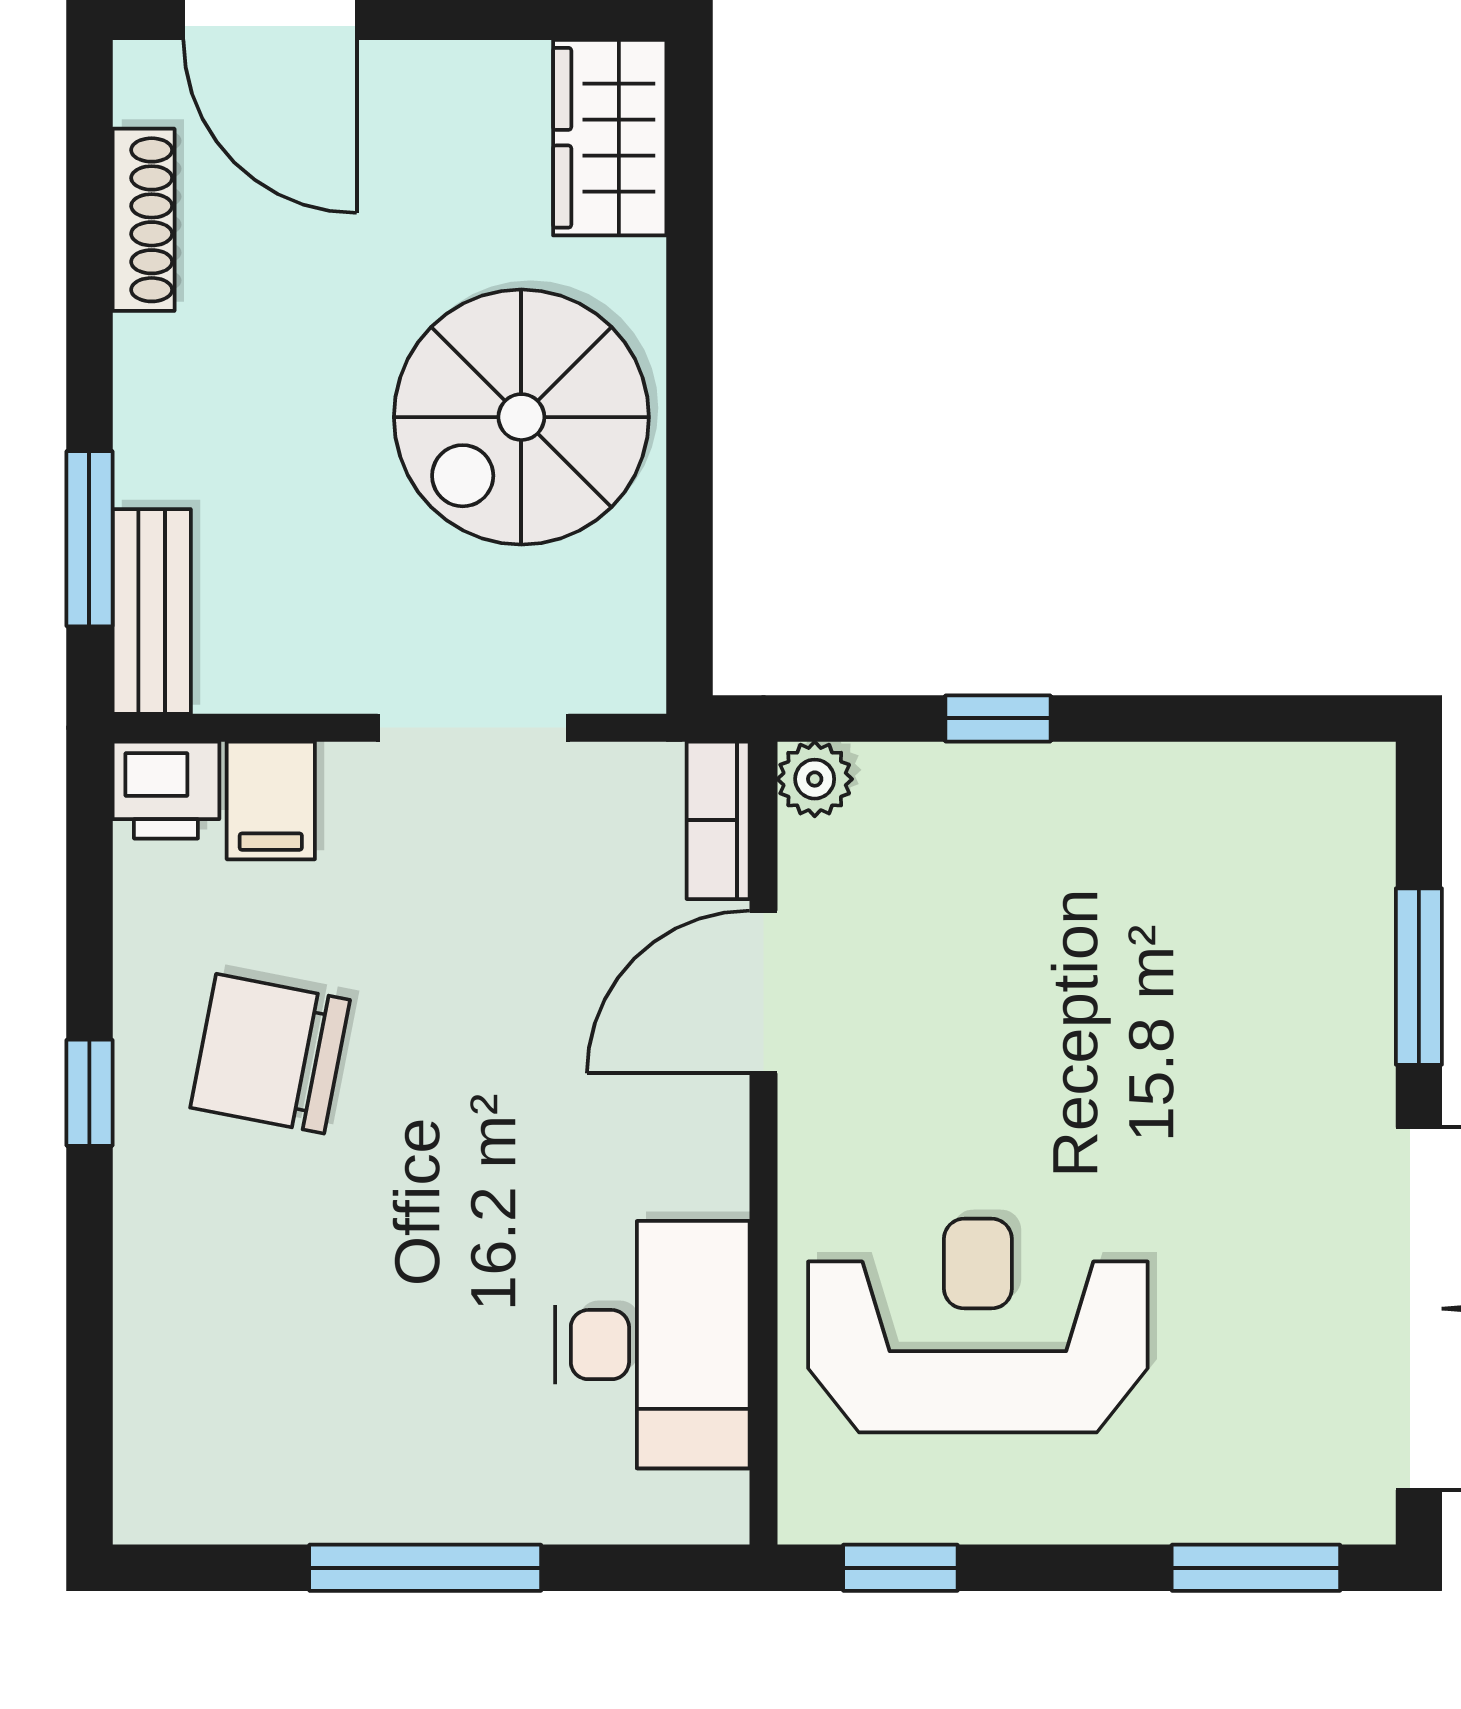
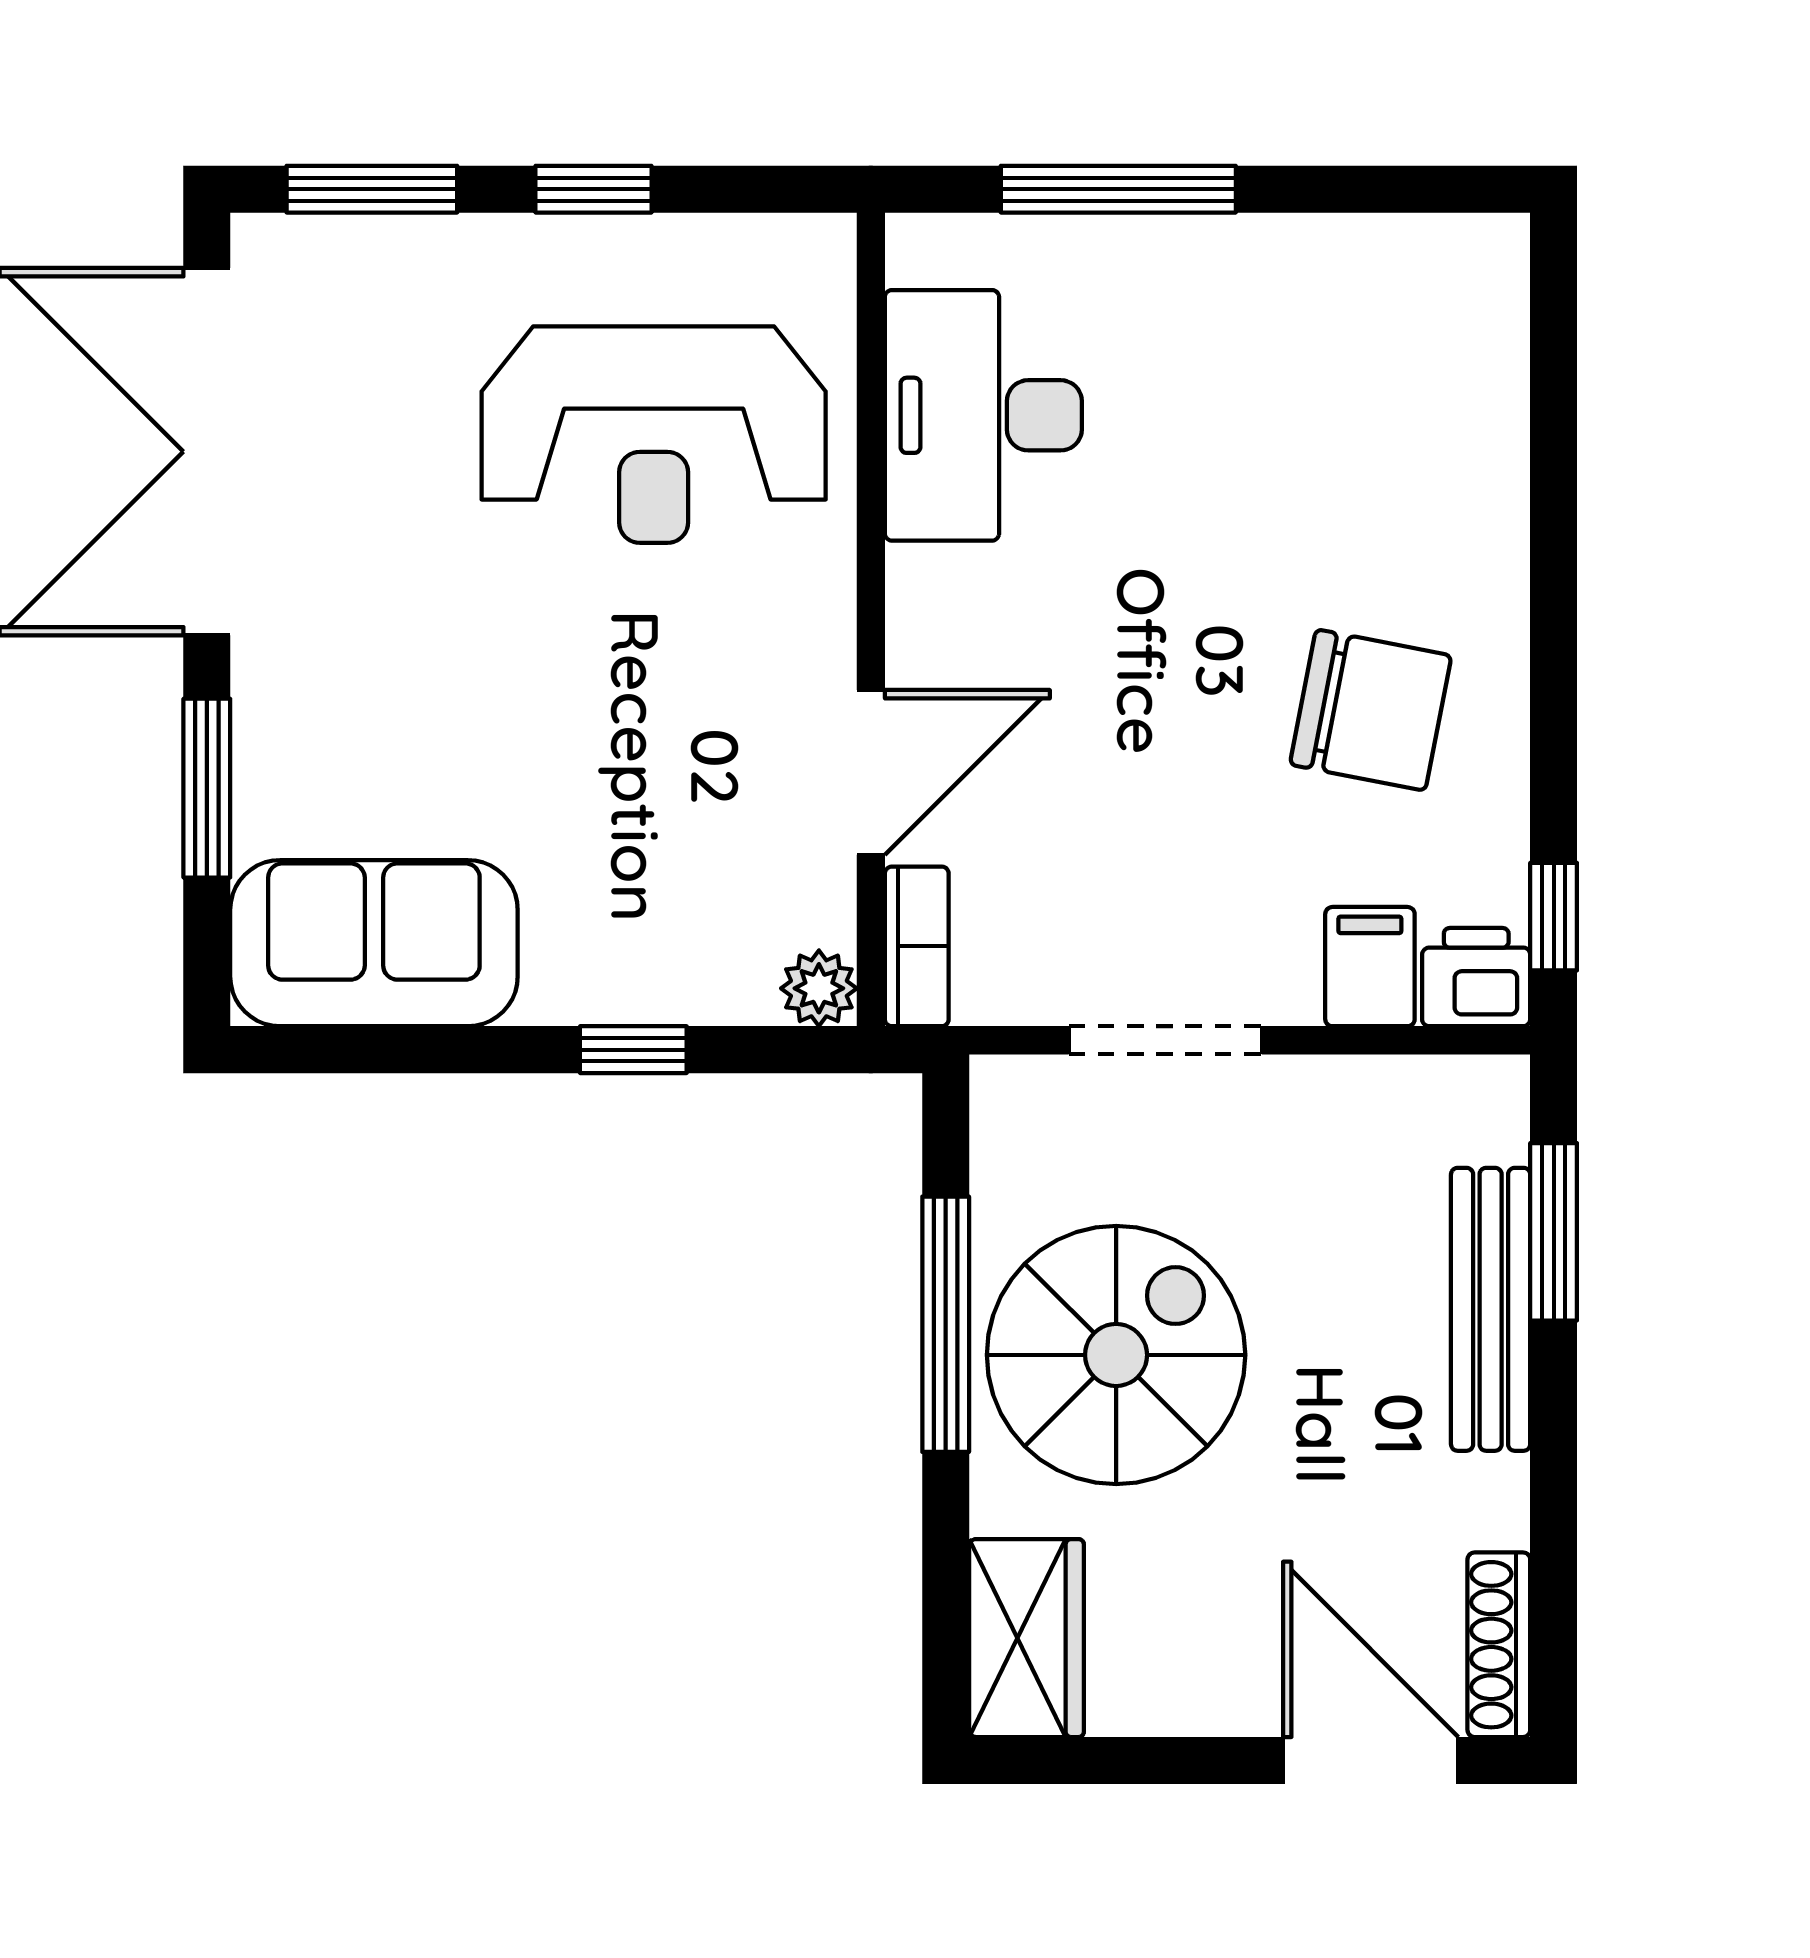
shoe rack: (144, 220) -> (1499, 1645), moved
window: (690, 447) -> (946, 1324), added
bench: (152, 611) -> (1491, 1309), moved, width x1.36
sofa: (1254, 824) -> (374, 943), added
window: (89, 1093) -> (1554, 917), moved
window: (425, 1568) -> (1118, 189), moved
window: (900, 1568) -> (593, 189), moved

